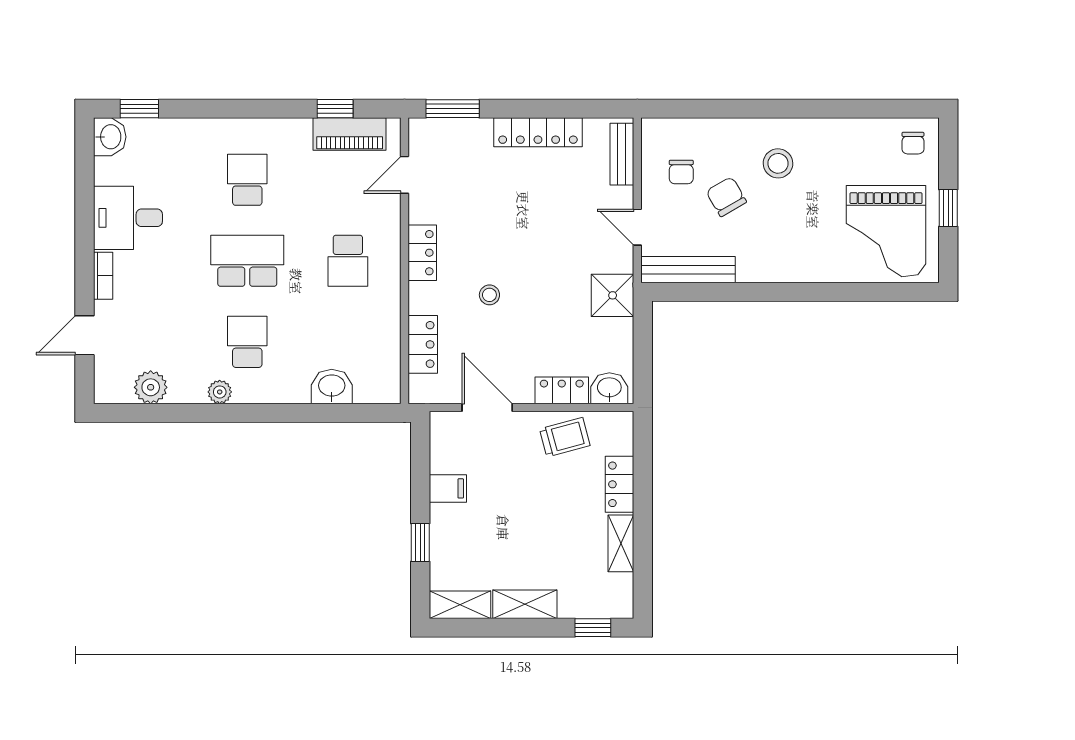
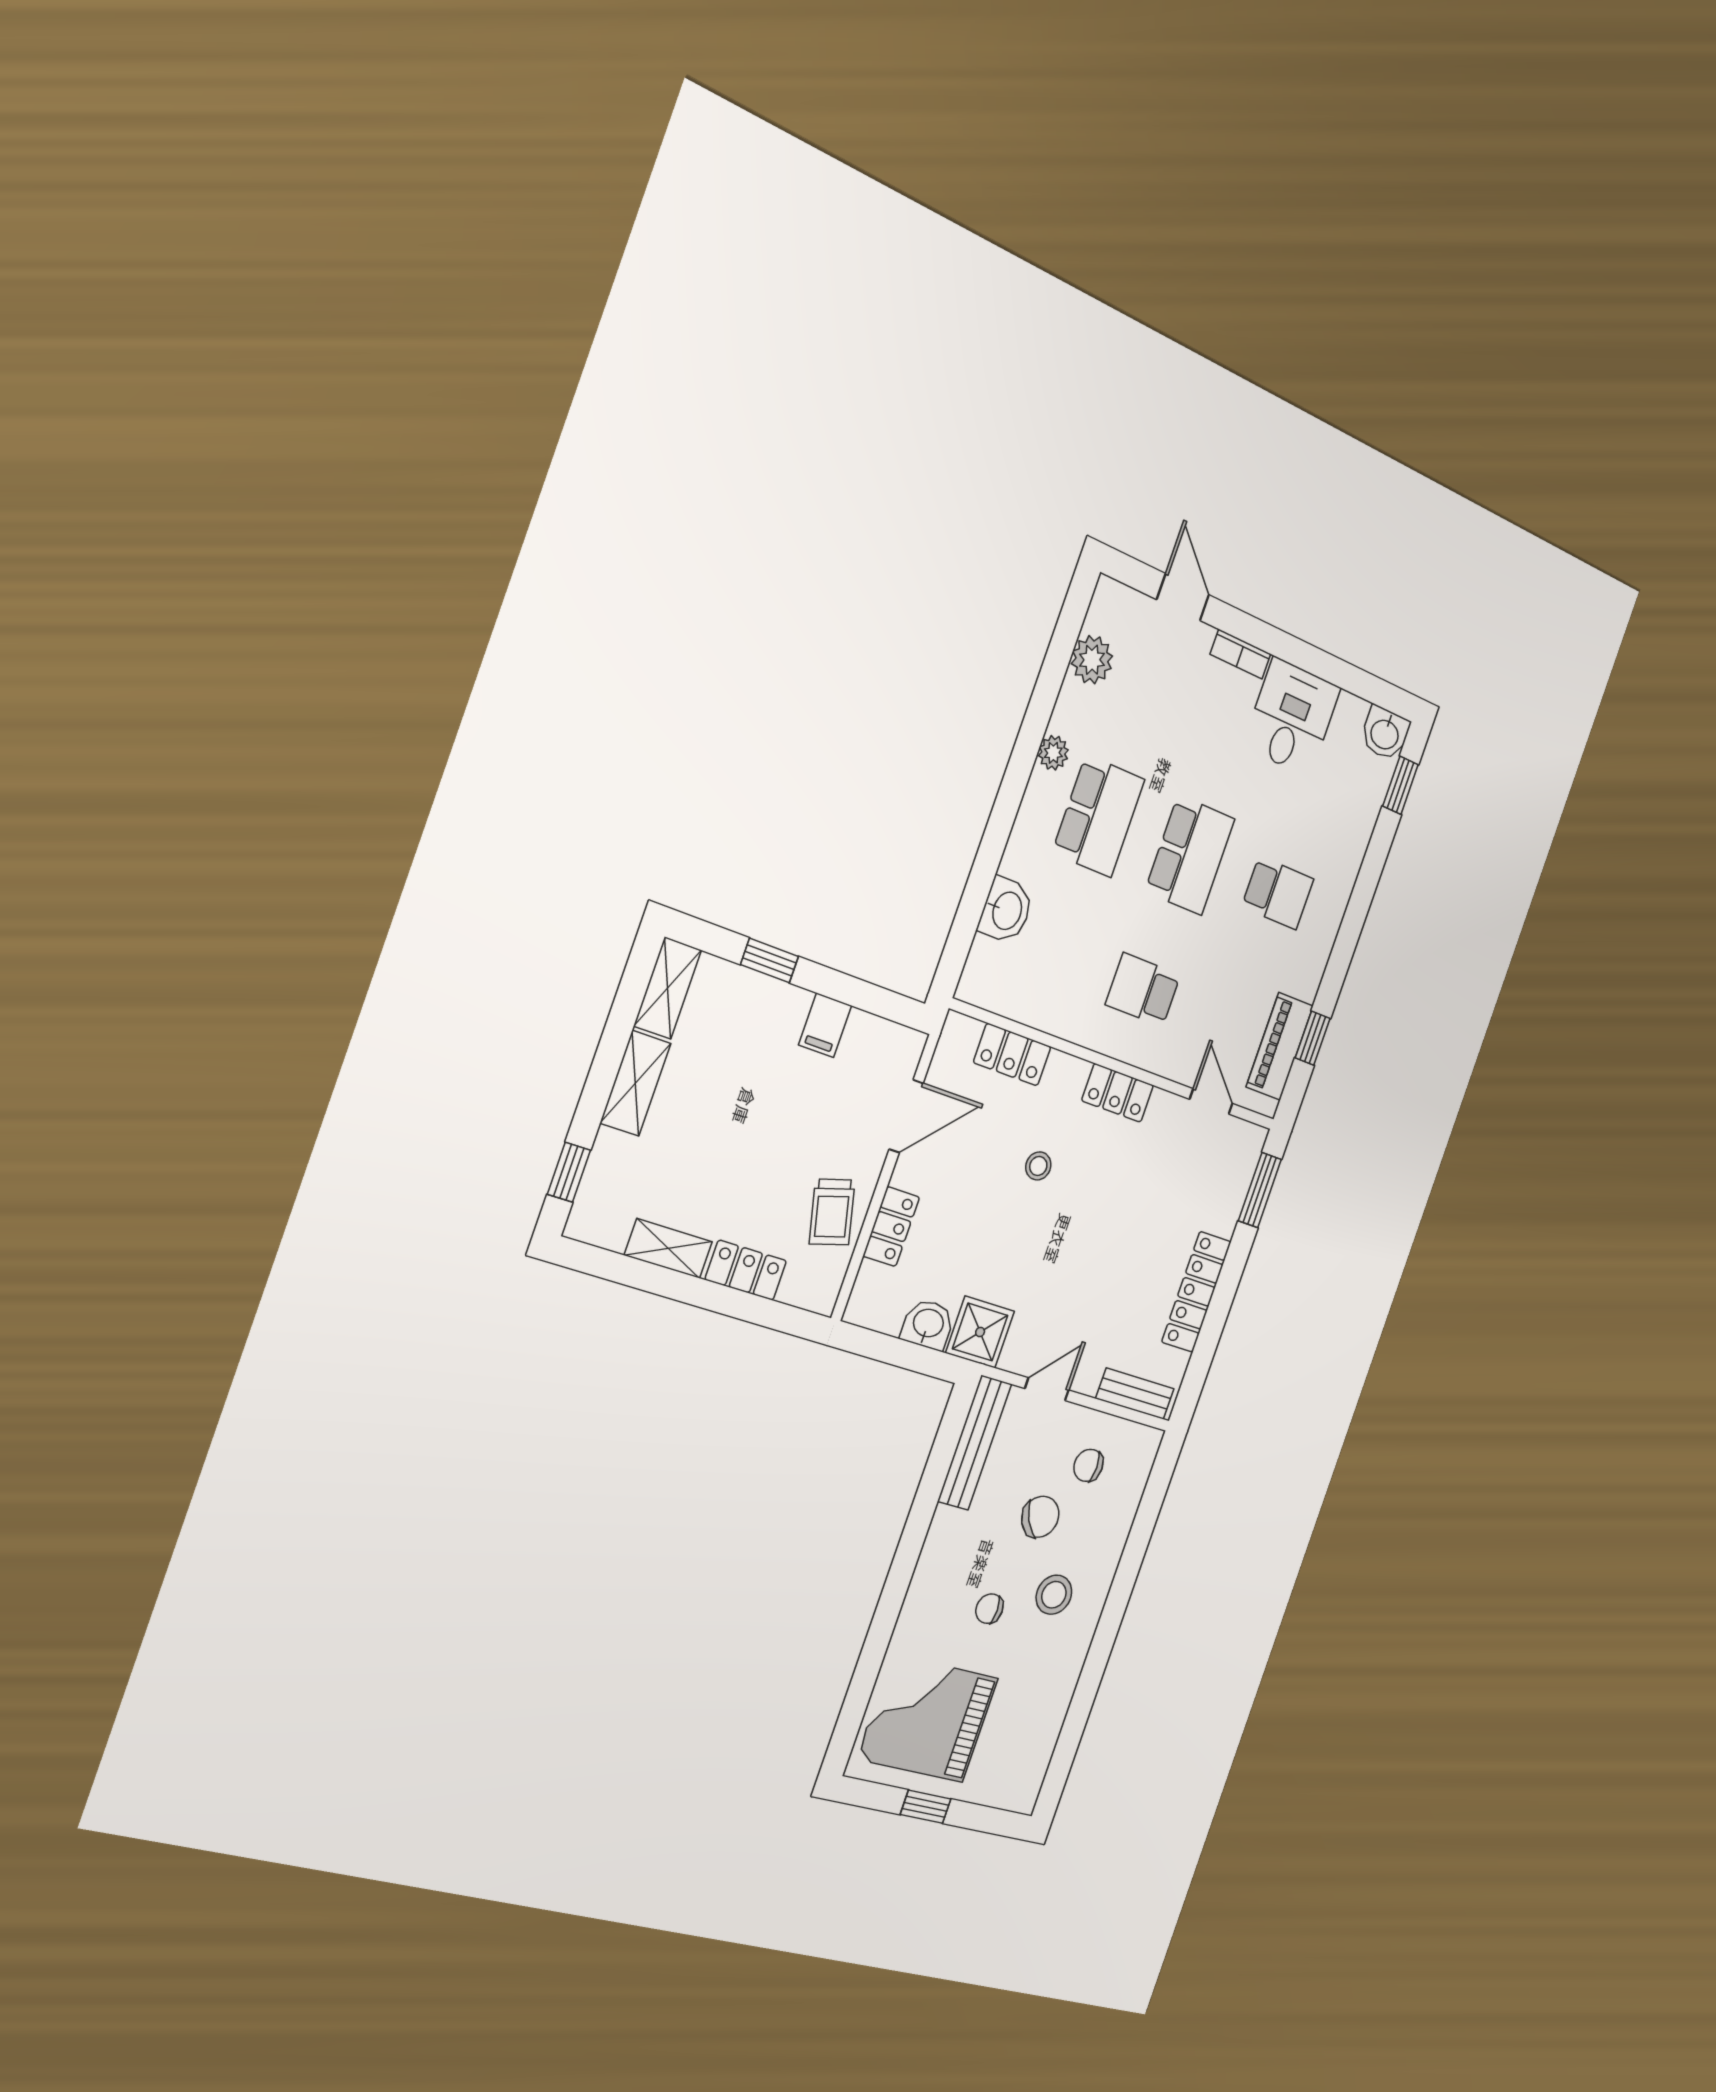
chair: (913, 143) -> (989, 1609), moved
school desk: (247, 342) -> (1098, 816), width x1.85
washbasin: (609, 388) -> (928, 1324), moved, turned -90

